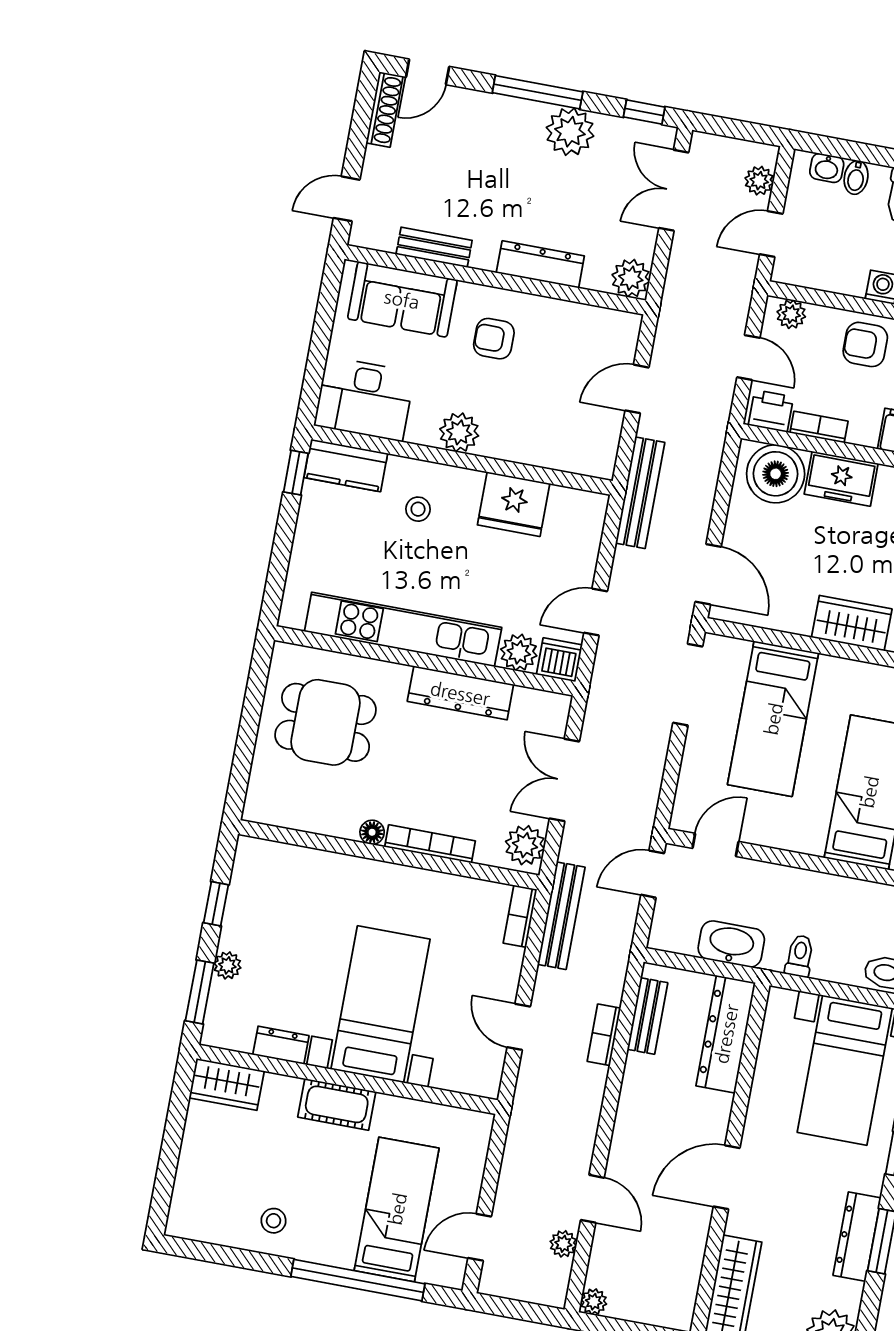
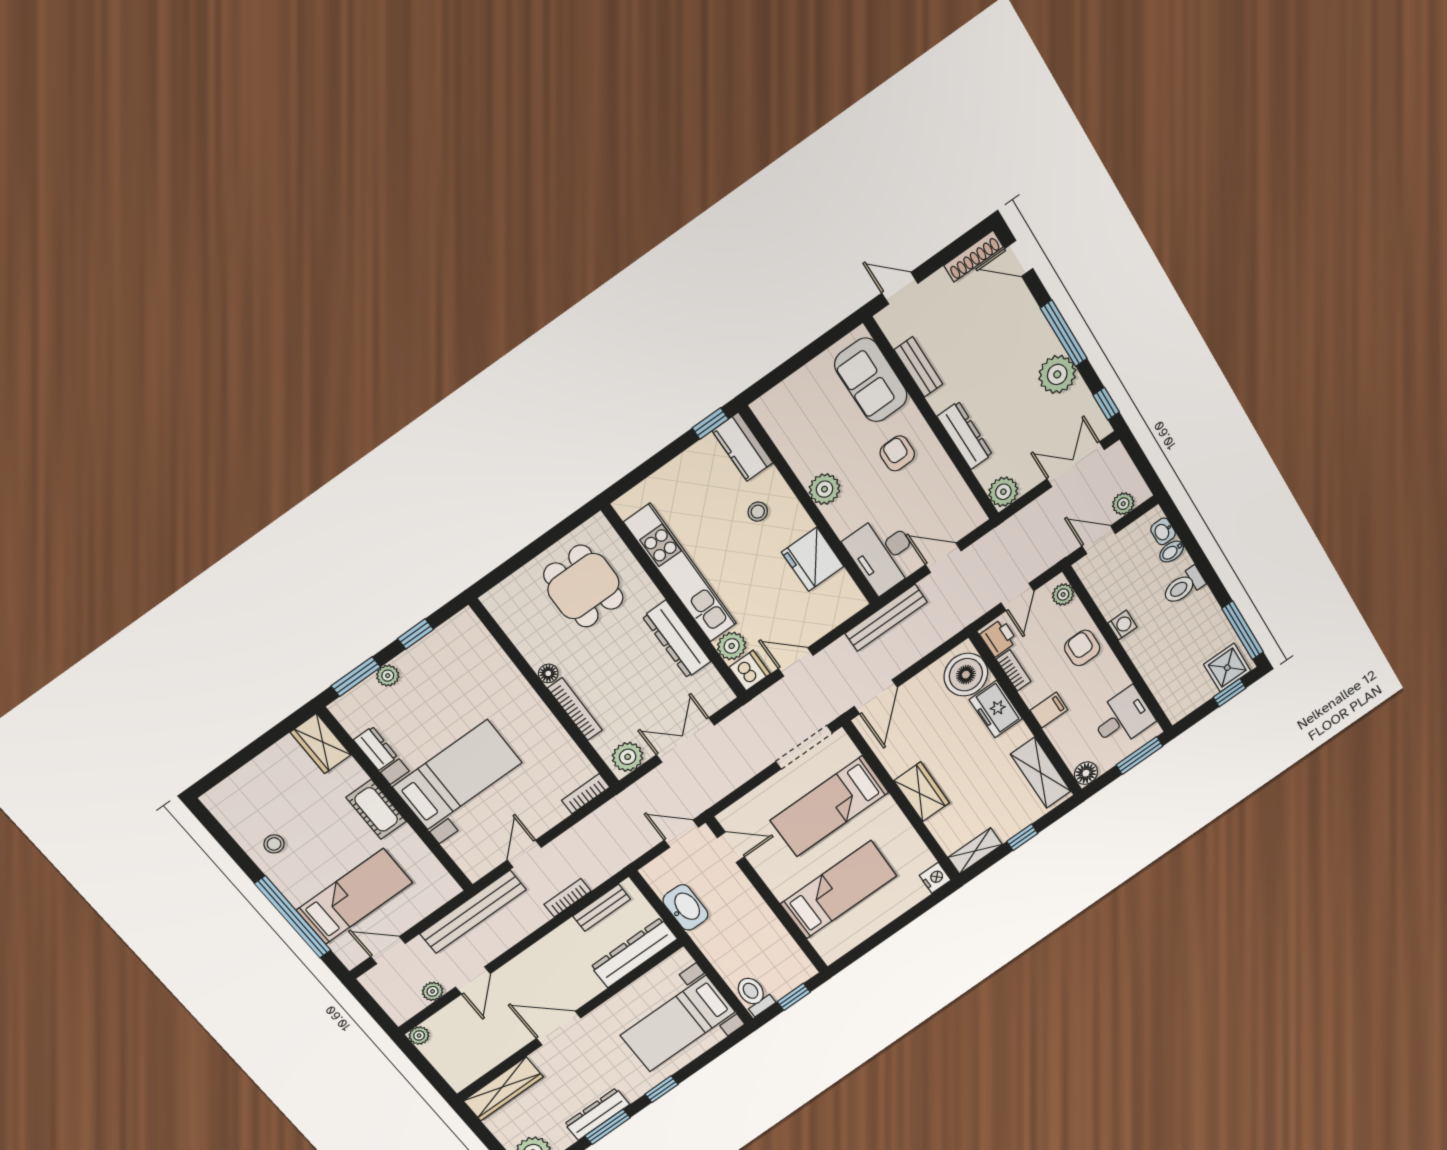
desk: (364, 399) -> (883, 553), moved
bench: (561, 916) -> (473, 912), moved, width x1.37, depth x1.21
toilet: (800, 956) -> (715, 944), removed

